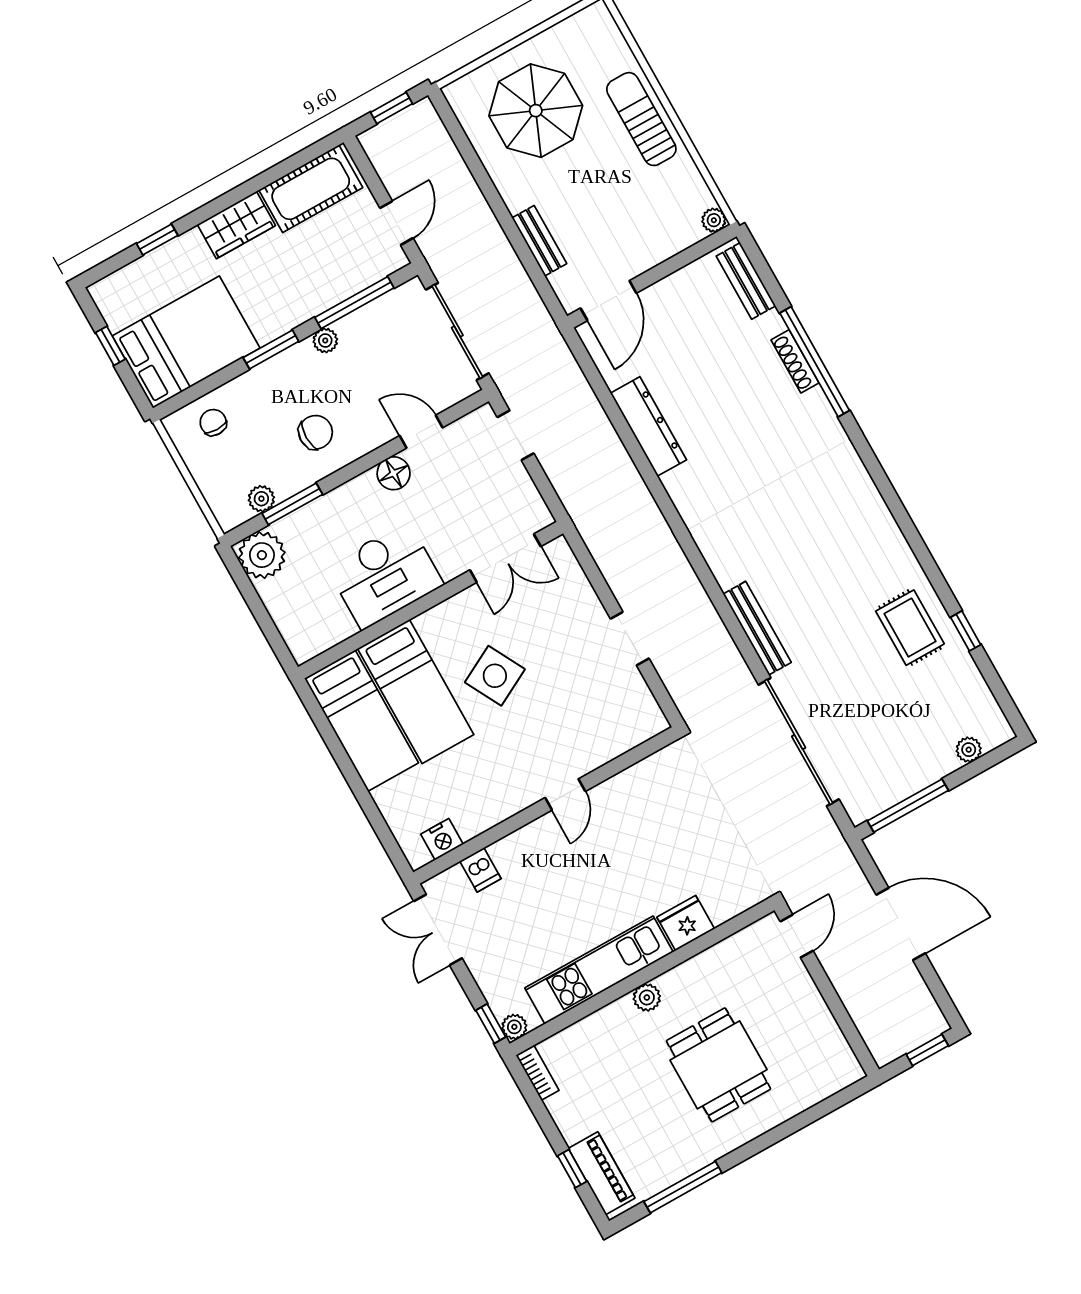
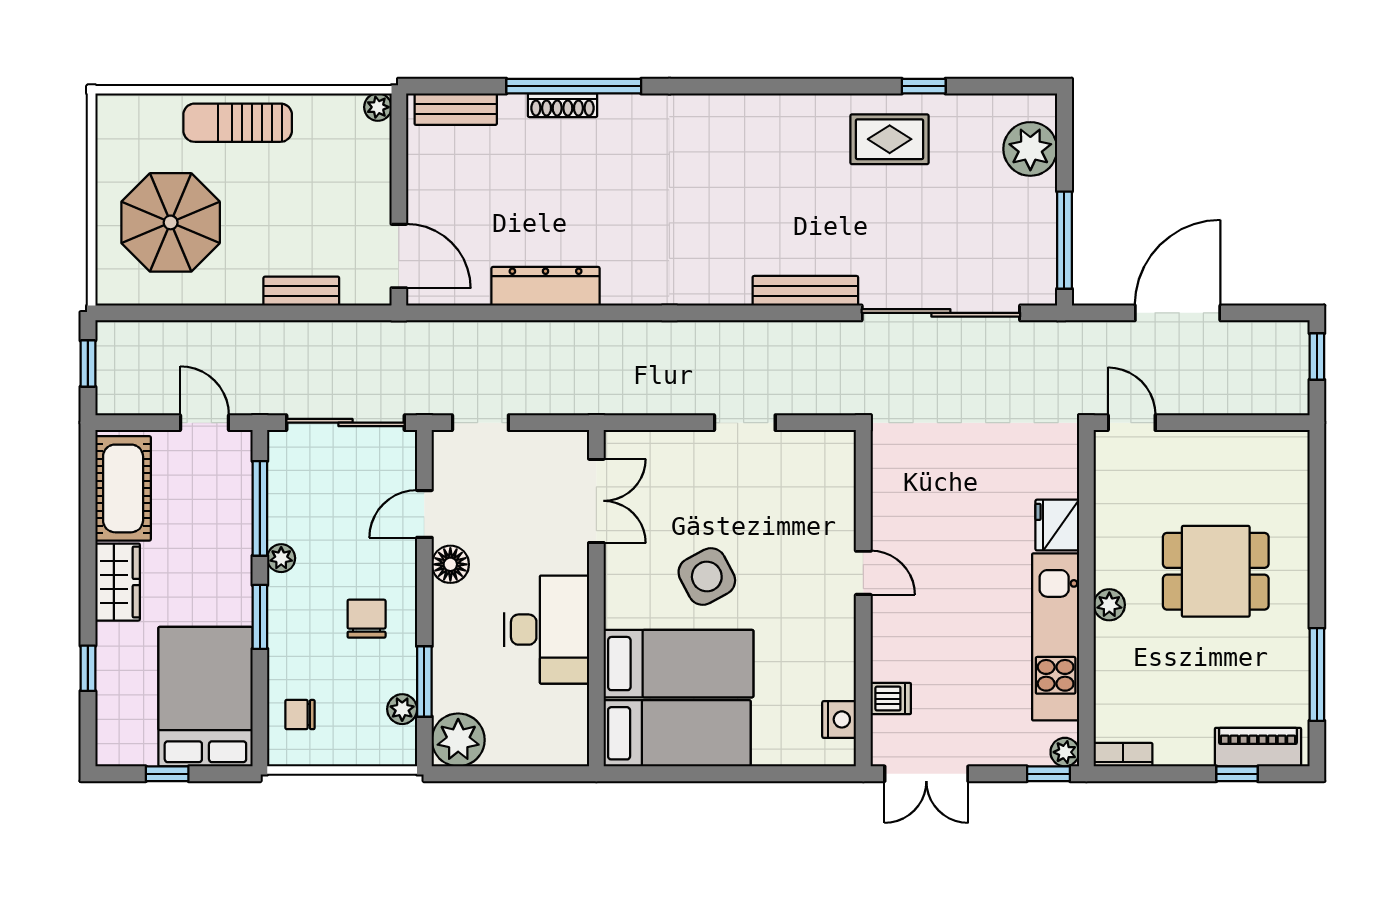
plant: (969, 750) -> (1030, 149), width x1.87, depth x1.87

